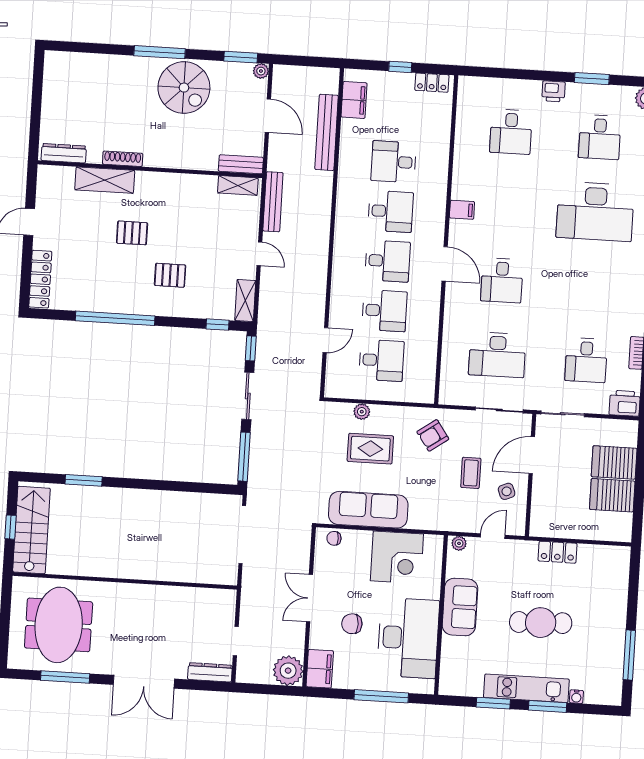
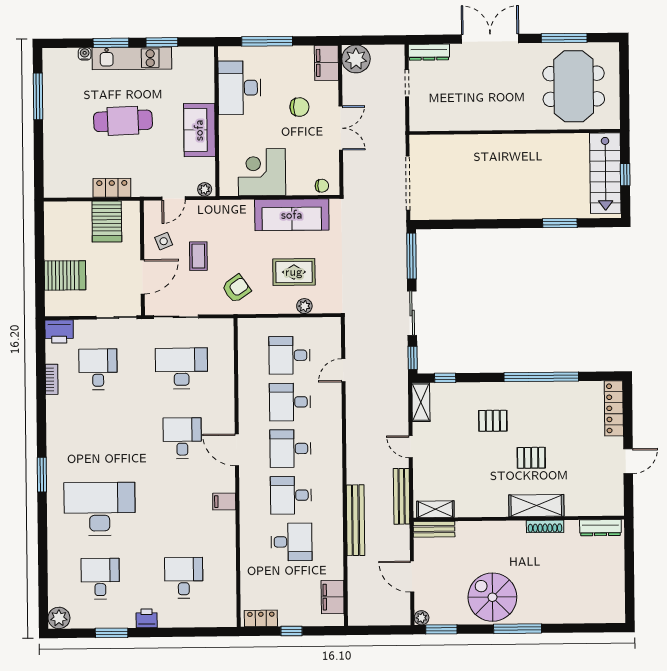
bench: (327, 132) -> (356, 520), moved
shelving: (105, 180) -> (536, 506), moved
server rack: (612, 495) -> (107, 221), moved, turned 90
desk: (408, 638) -> (239, 88), width x0.73, depth x0.77

